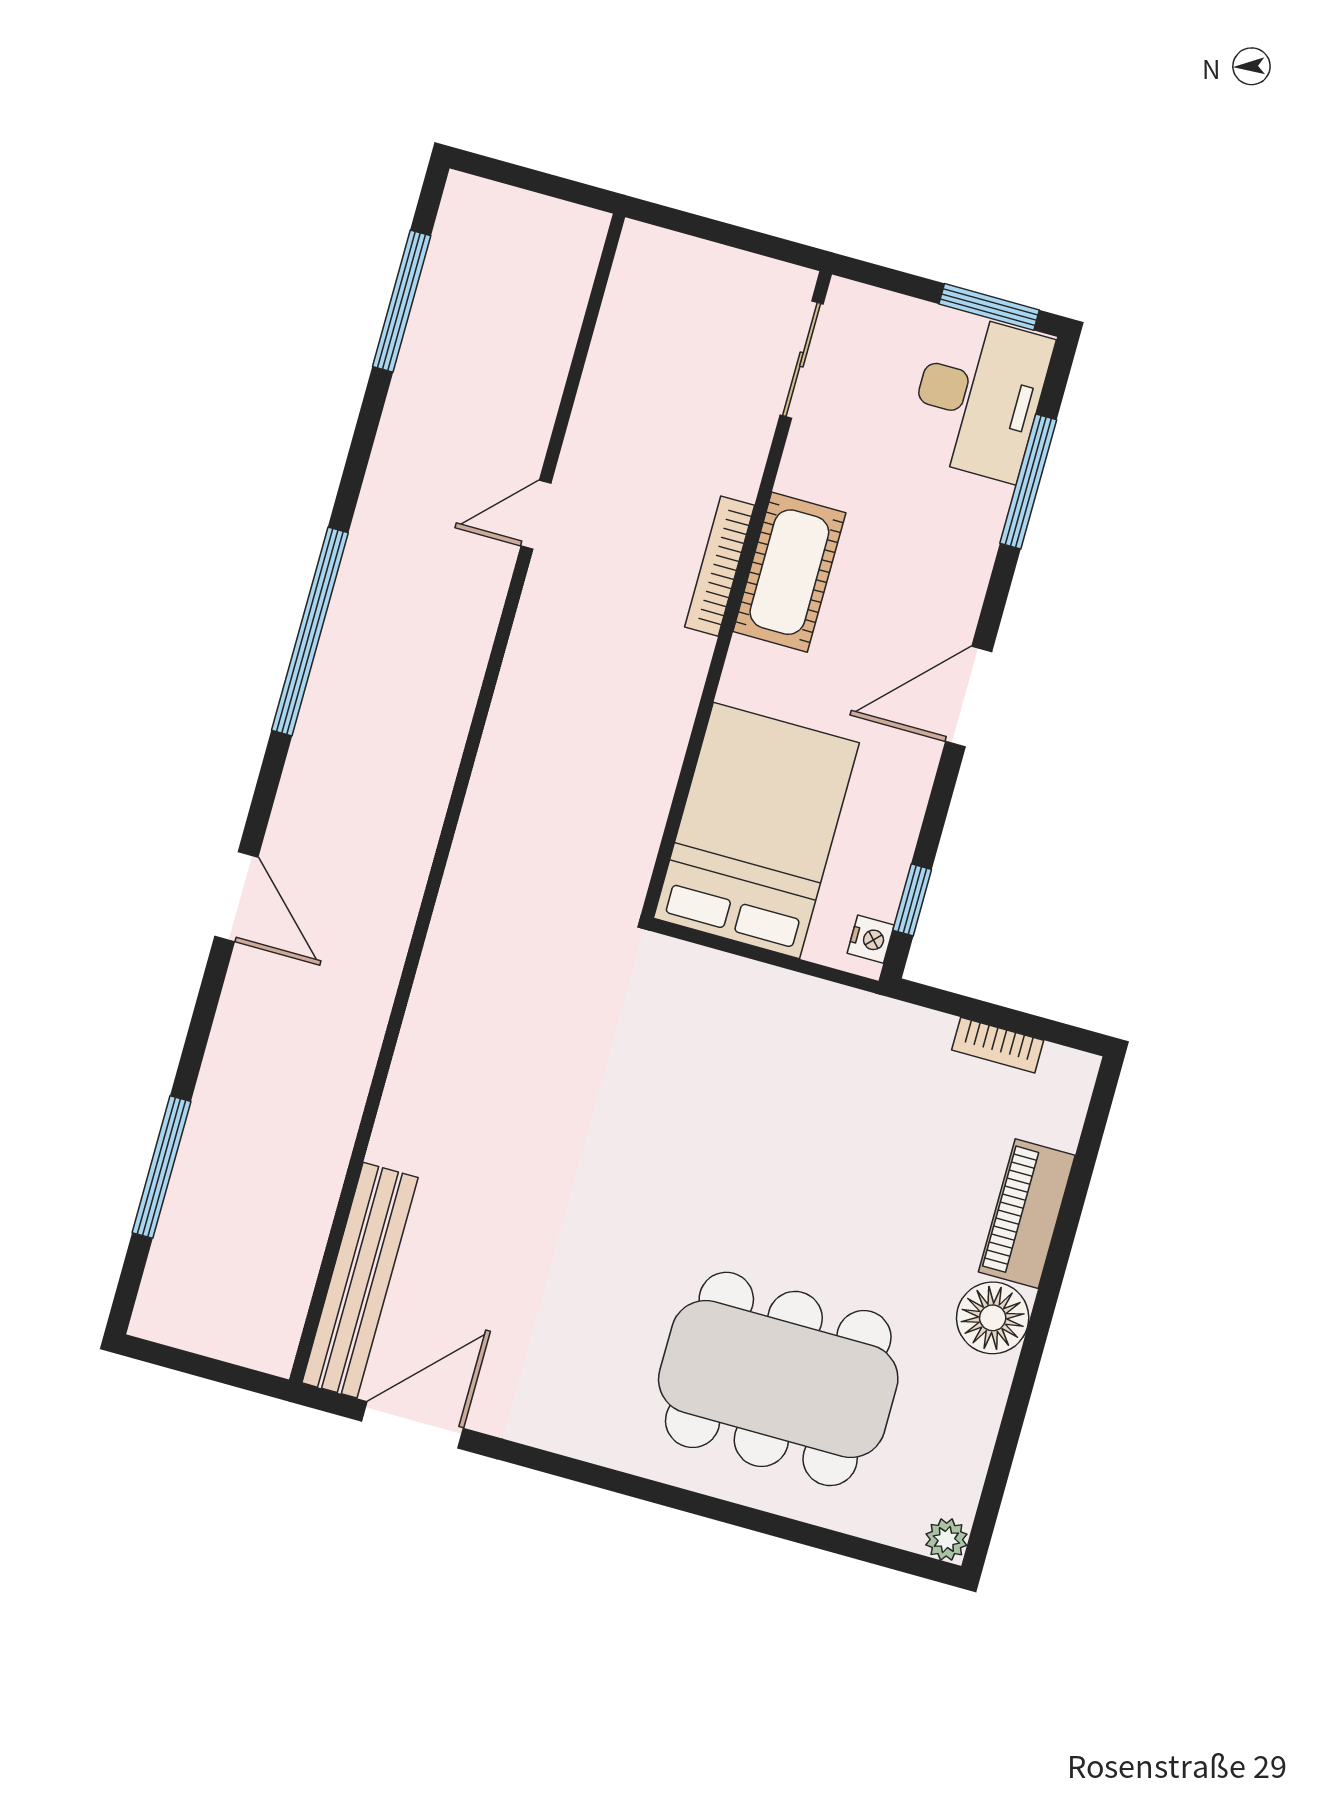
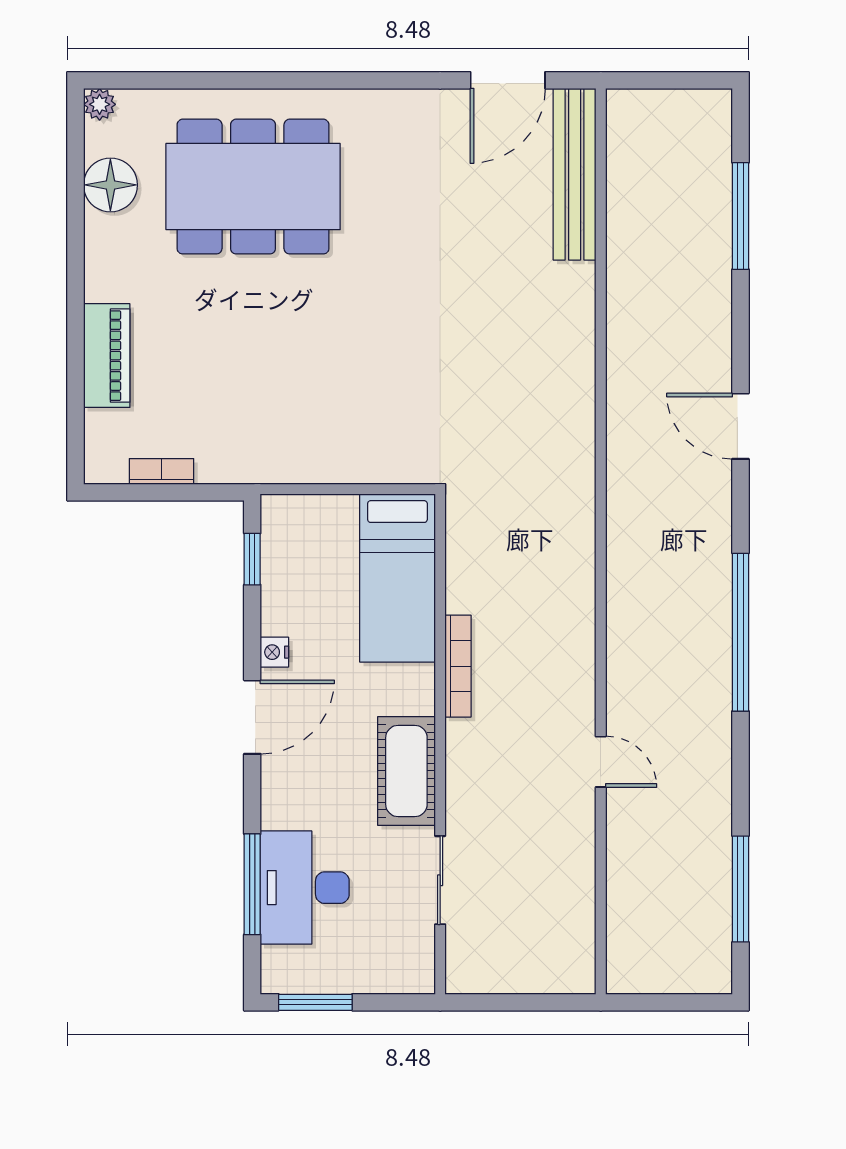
sliding door: (802, 359) -> (440, 880), moved
desk: (979, 397) -> (305, 888), moved
door: (536, 515) -> (601, 762), hinge flipped
bookcase: (720, 566) -> (458, 666), moved
bed: (756, 830) -> (397, 578), width x0.67
nightstand: (871, 939) -> (274, 652), moved
floor lamp: (993, 1318) -> (110, 185), moved

